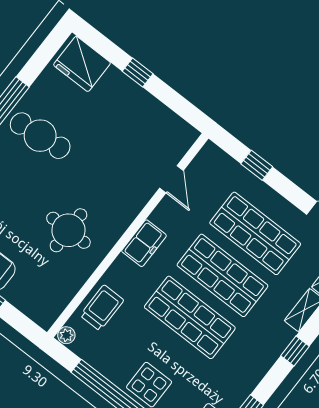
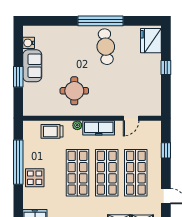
freezer: (144, 243) -> (99, 128), width x1.40
trolley: (102, 308) -> (52, 131), turned 180
plant: (66, 335) -> (77, 125), moved

